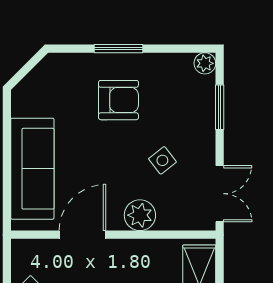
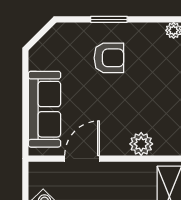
side table: (162, 160) -> (142, 103), removed
plant: (140, 215) -> (141, 144), moved

